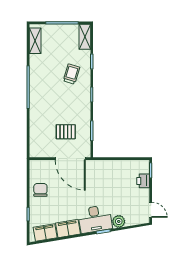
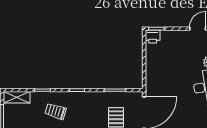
printer: (143, 181) -> (153, 36), moved

